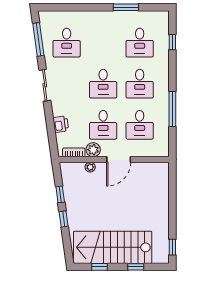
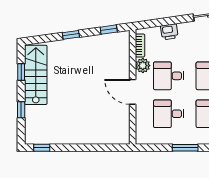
window: (172, 109) -> (185, 148), width x0.69
plant: (90, 167) -> (125, 62), removed
window: (60, 194) -> (109, 30), moved
stairs: (113, 247) -> (36, 75), width x0.73, depth x0.66

